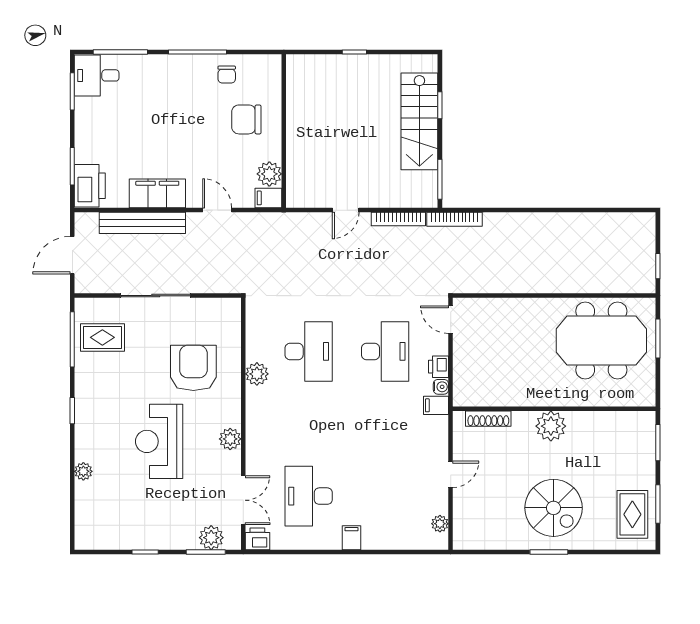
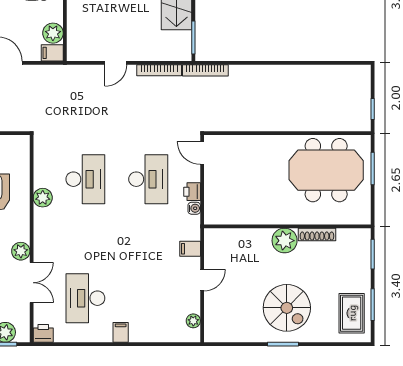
filing cabinet: (436, 405) -> (190, 249), moved
shoe rack: (488, 419) -> (317, 234), moved
double door: (243, 500) -> (32, 283), moved

